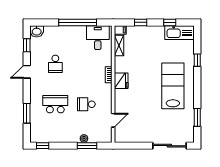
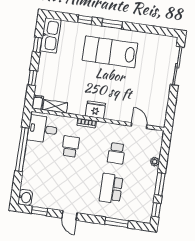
school desk: (55, 64) -> (70, 146), moved, turned -90
window: (197, 117) -> (112, 24), moved
window: (87, 146) -> (160, 184), moved

